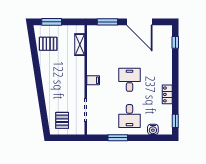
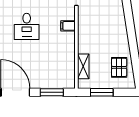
window: (52, 22) -> (102, 92), moved
pallet: (48, 44) -> (119, 67), turned 90

